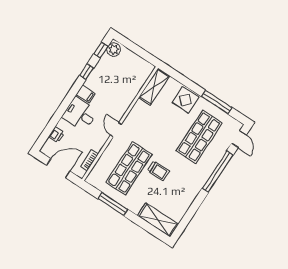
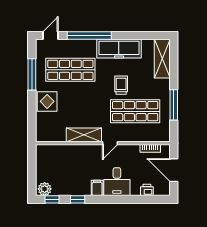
shelving: (154, 87) -> (84, 135), moved
freezer: (190, 189) -> (119, 49), added

